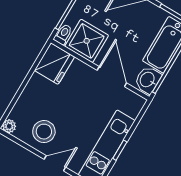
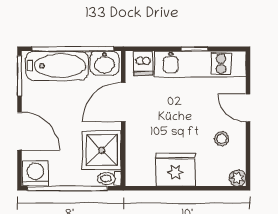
fridge: (54, 64) -> (175, 170), moved
dishwasher: (131, 107) -> (143, 63), added
stool: (44, 132) -> (222, 139), width x0.53, depth x0.53

